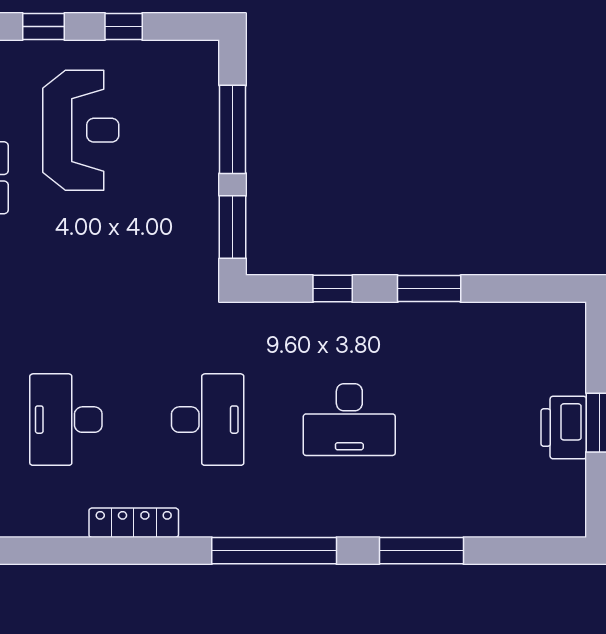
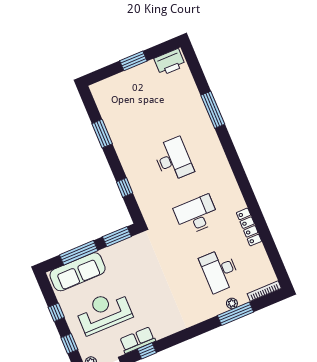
sofa: (192, 110) -> (78, 272), added
window: (429, 289) -> (102, 134), moved
desk: (66, 420) -> (220, 270), turned 90
printer: (564, 428) -> (170, 62), moved
window: (274, 551) -> (237, 167), removed

